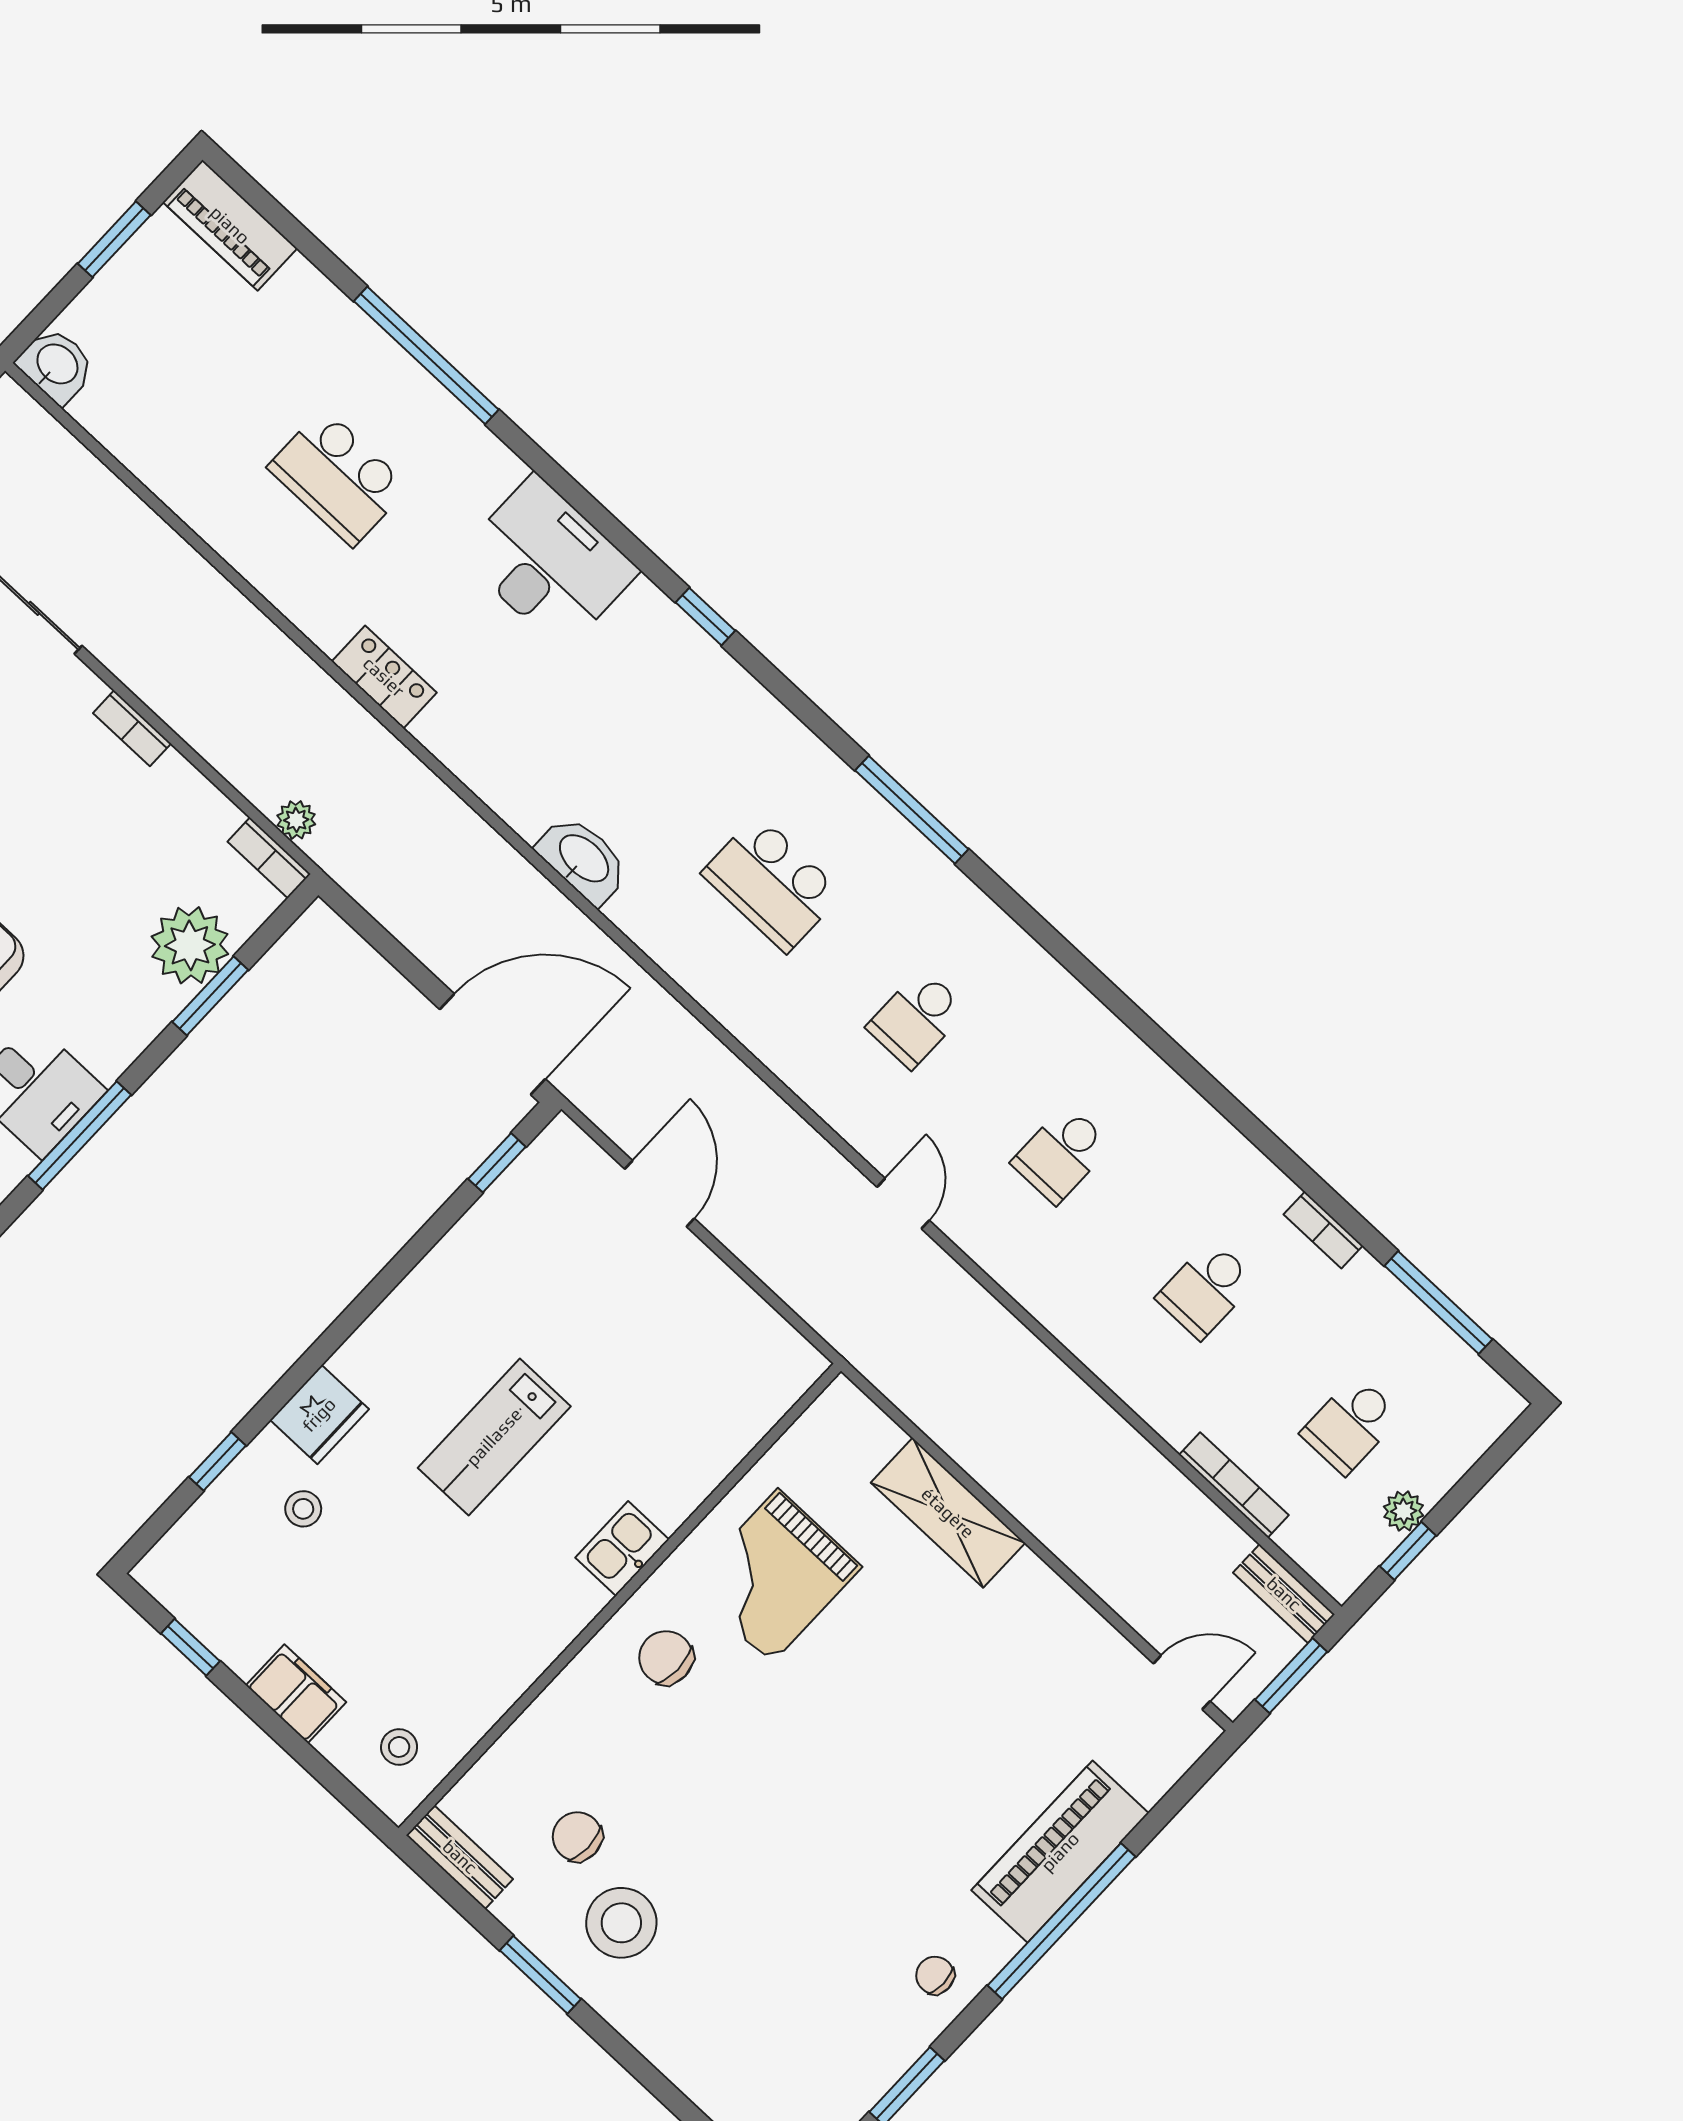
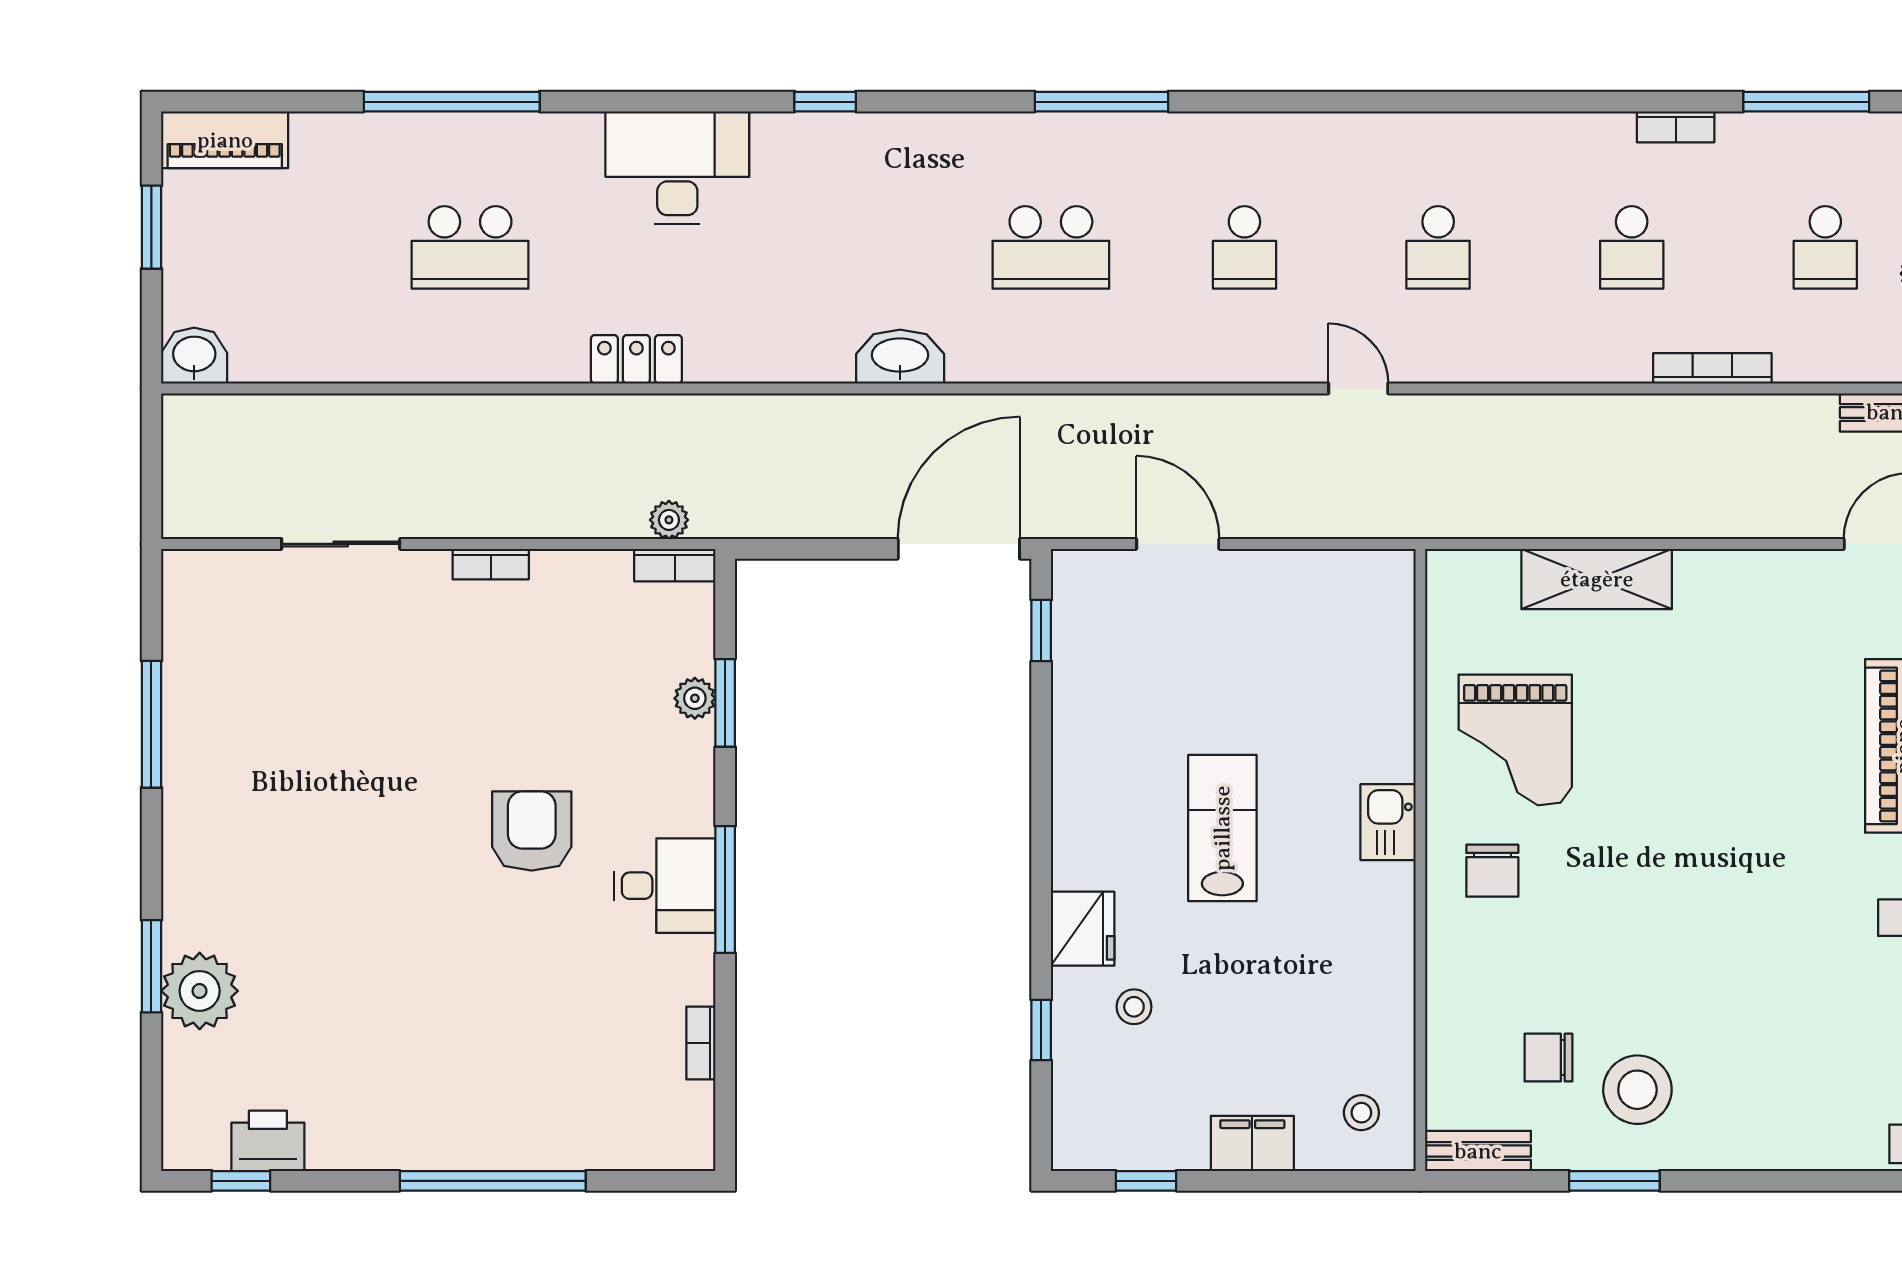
plant: (190, 945) -> (695, 698), width x0.53, depth x0.53
lab bench: (494, 1437) -> (1222, 828), turned 180
bookcase: (1234, 1485) -> (1712, 368), moved
chair: (666, 1658) -> (1492, 871), turned -90

